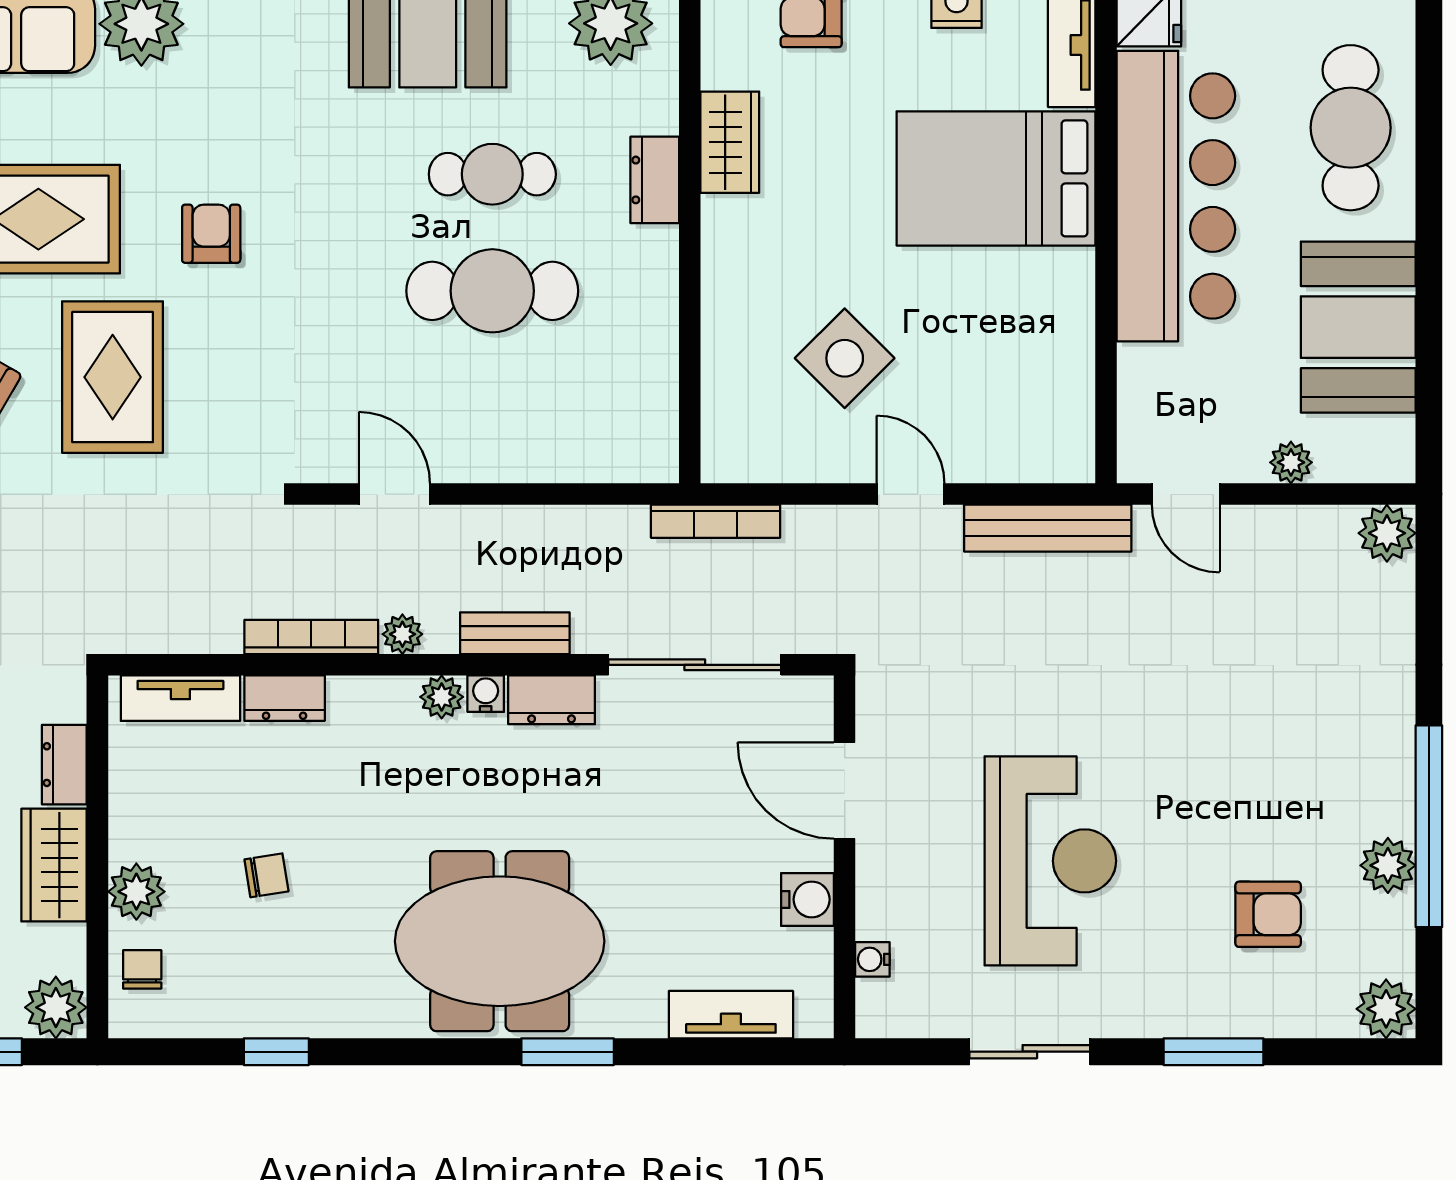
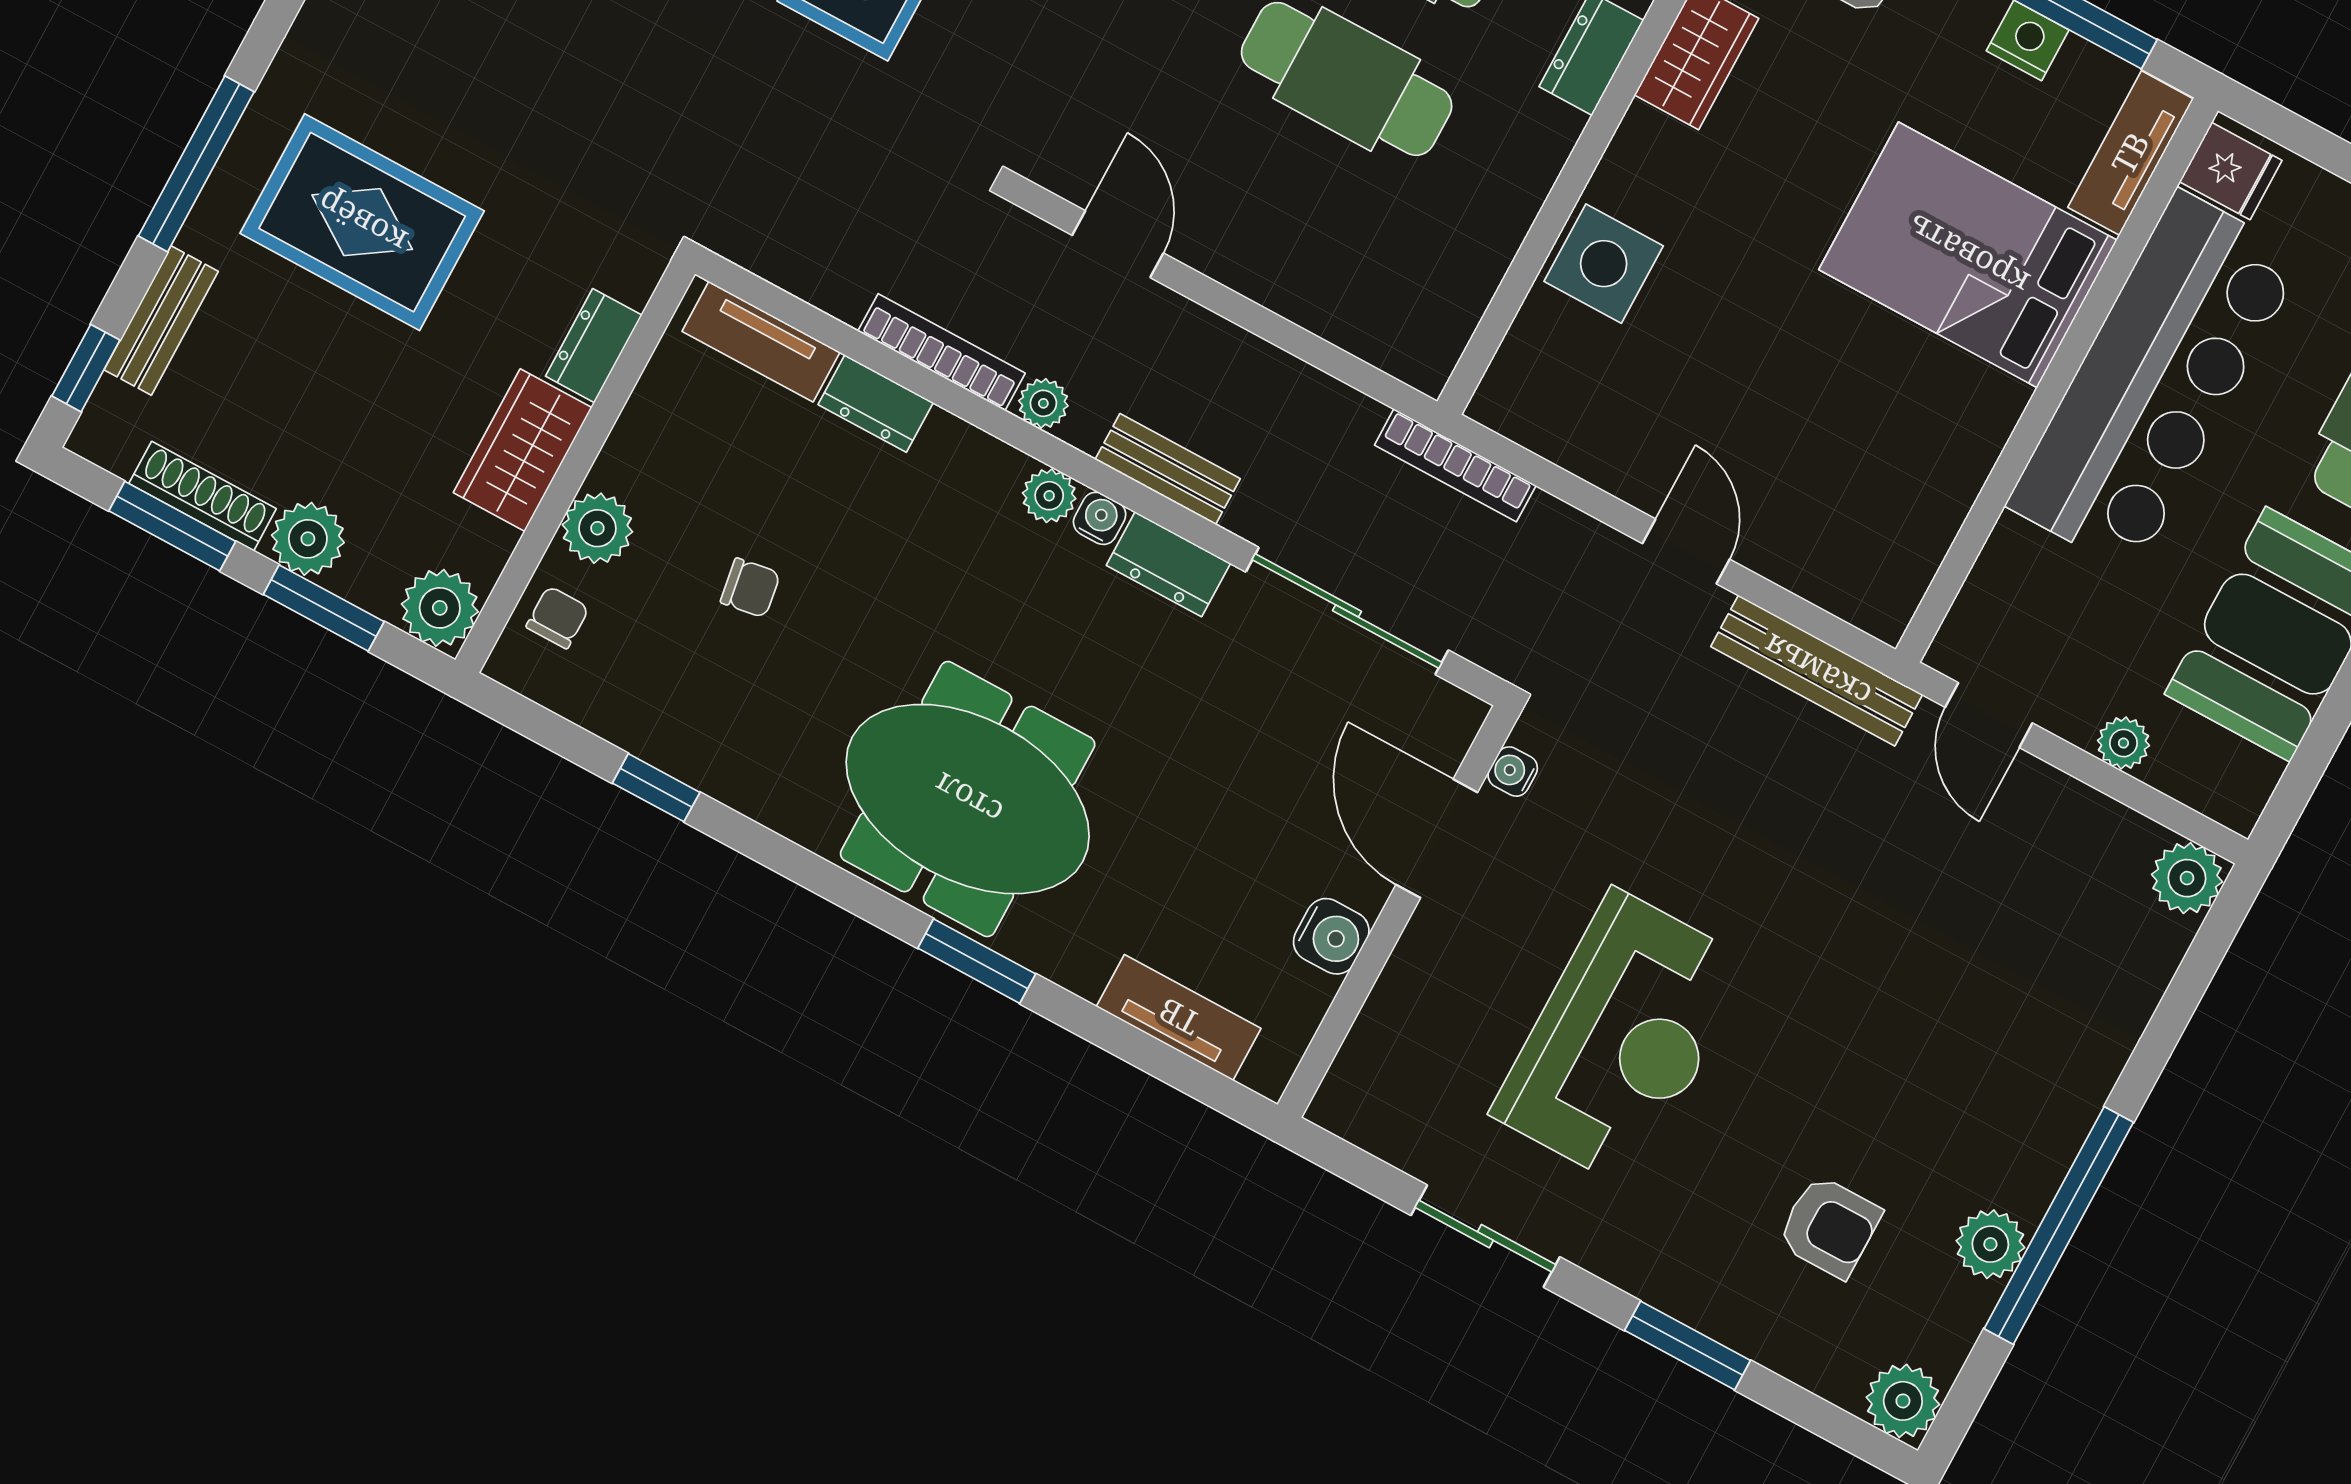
side table: (845, 358) -> (1604, 264), moved, turned 45
water cooler: (872, 959) -> (1513, 772), moved

